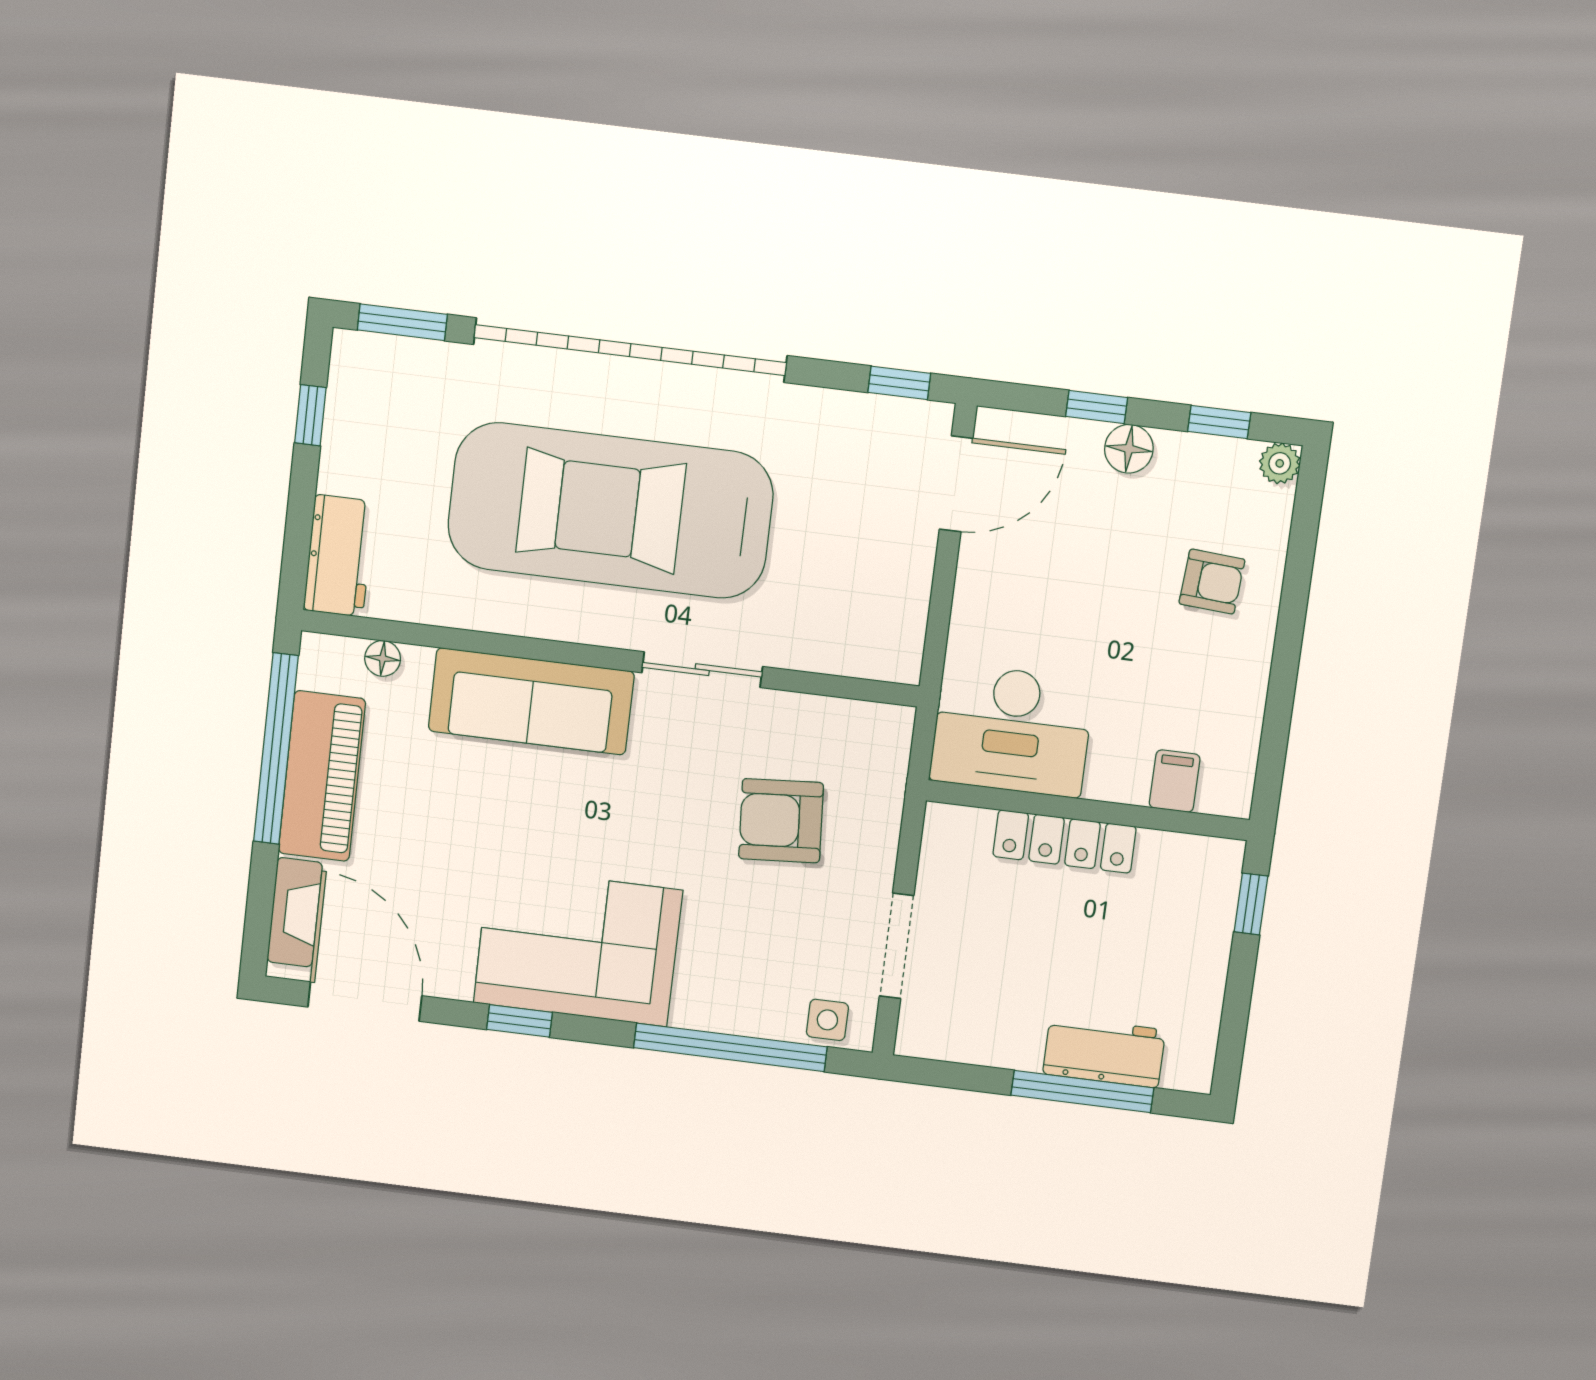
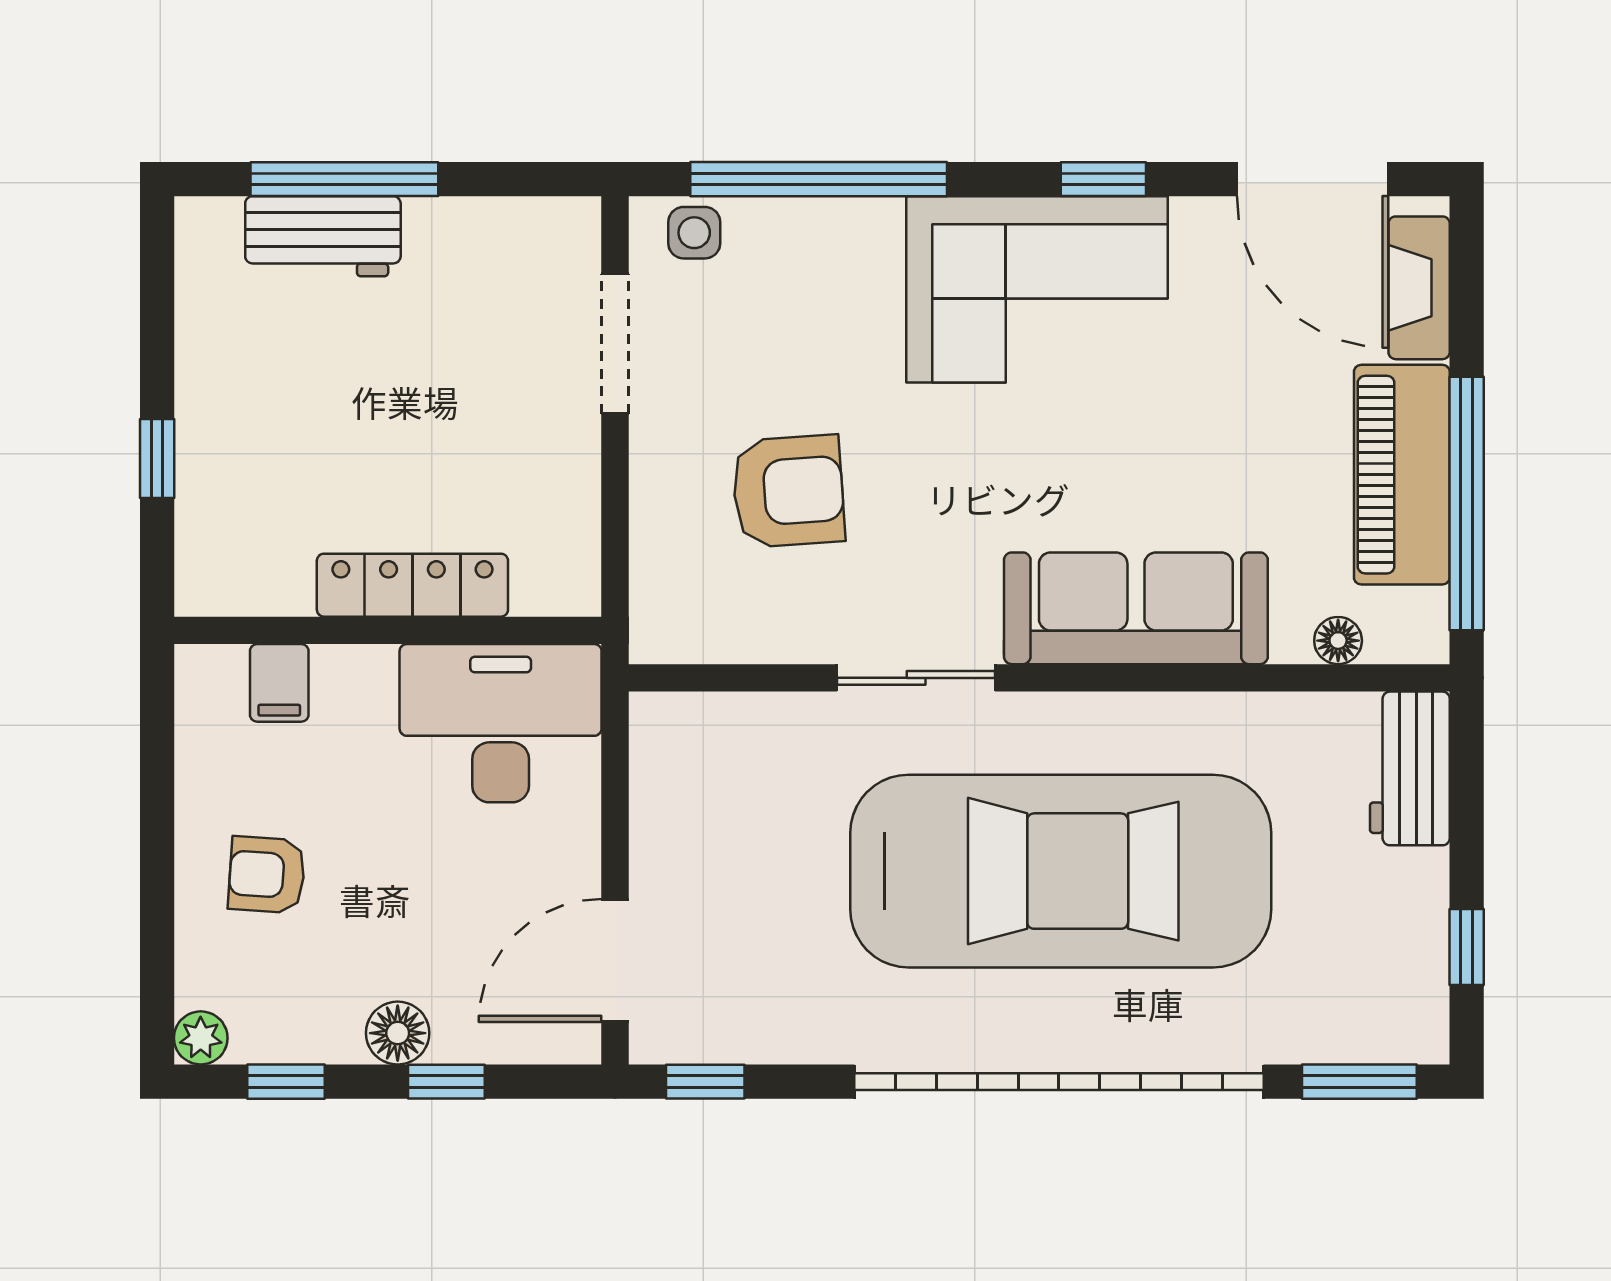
desk: (1012, 730) -> (501, 723), moved
filing cabinet: (1175, 781) -> (279, 683), moved
wall: (1088, 810) -> (388, 630), moved
locker: (1065, 841) -> (412, 585), moved

